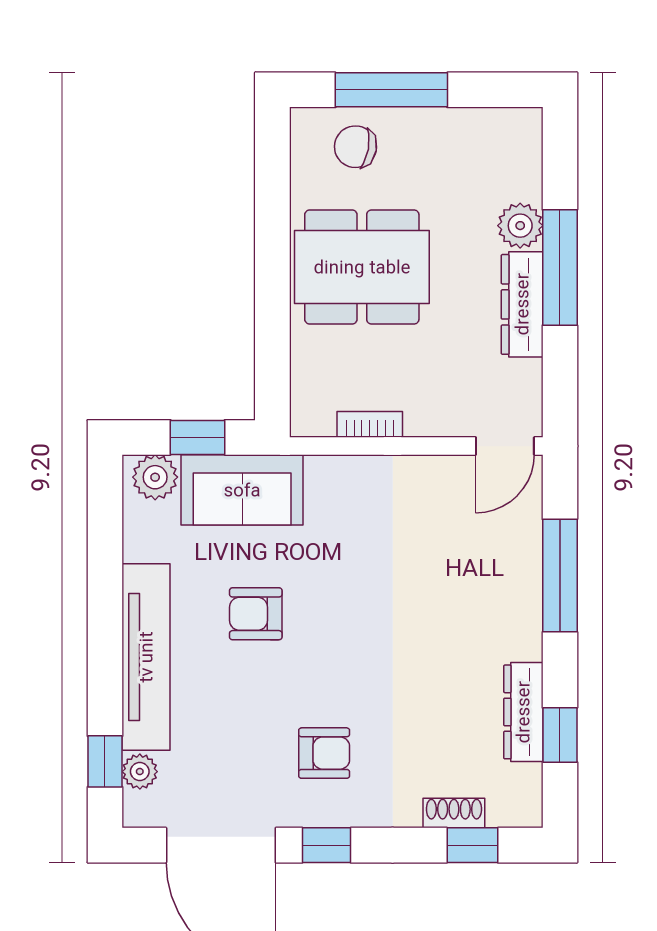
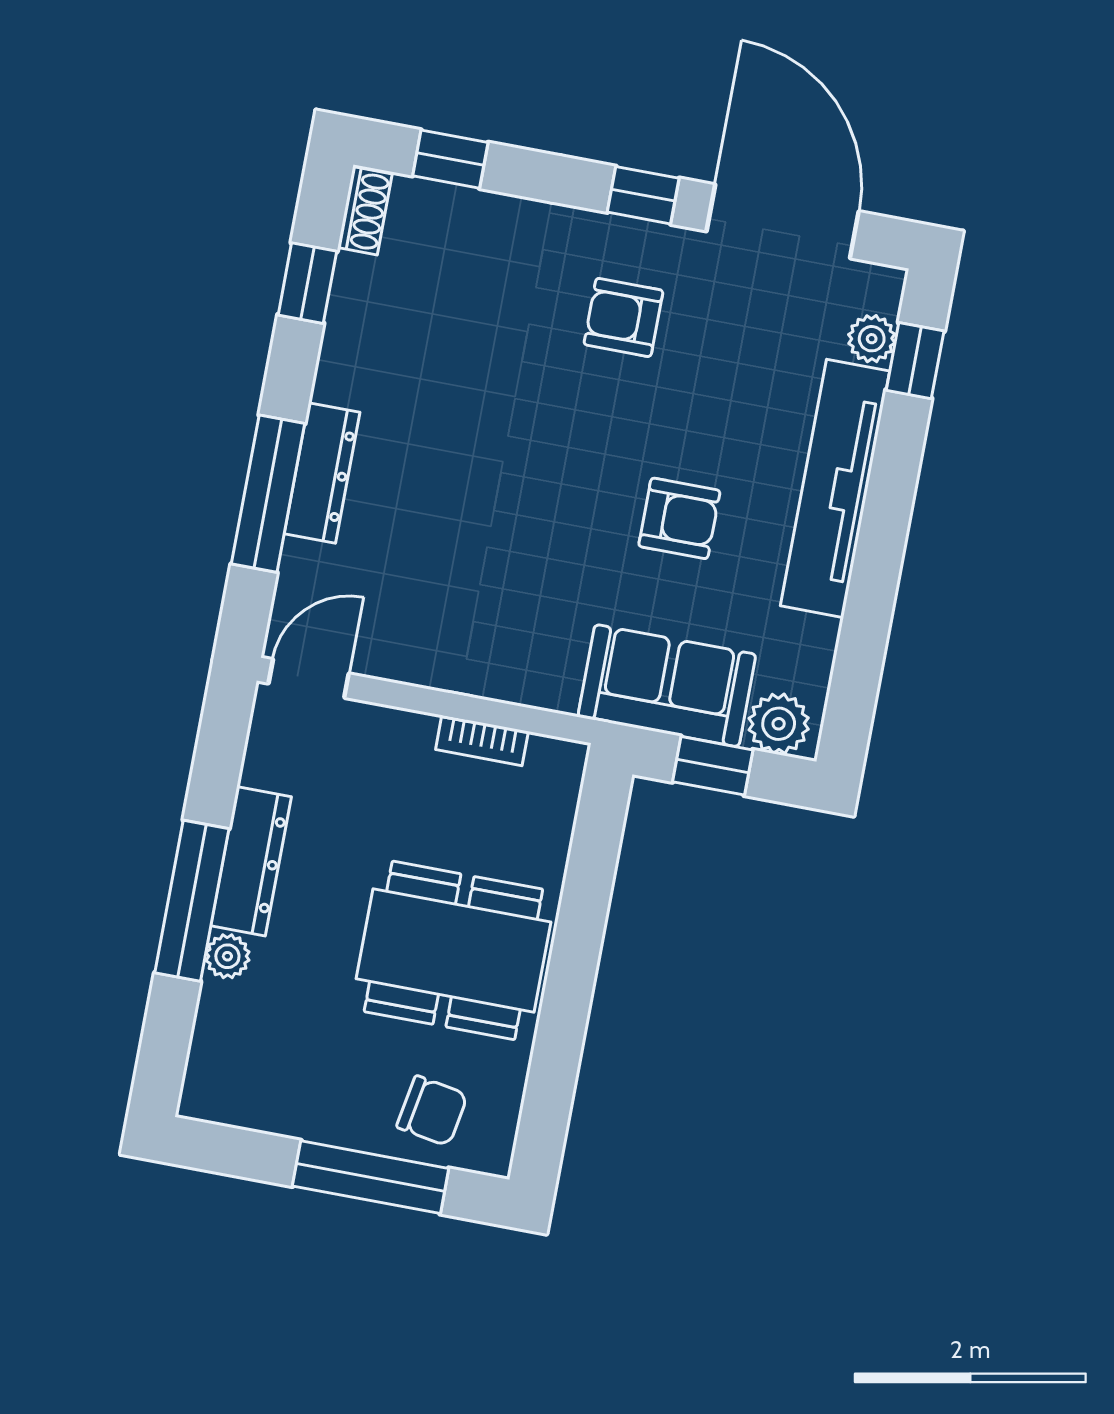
plant: (520, 226) -> (227, 956), width x0.73, depth x0.73
dresser: (523, 712) -> (322, 473), moved
shoe rack: (454, 813) -> (365, 211), moved, turned -90

